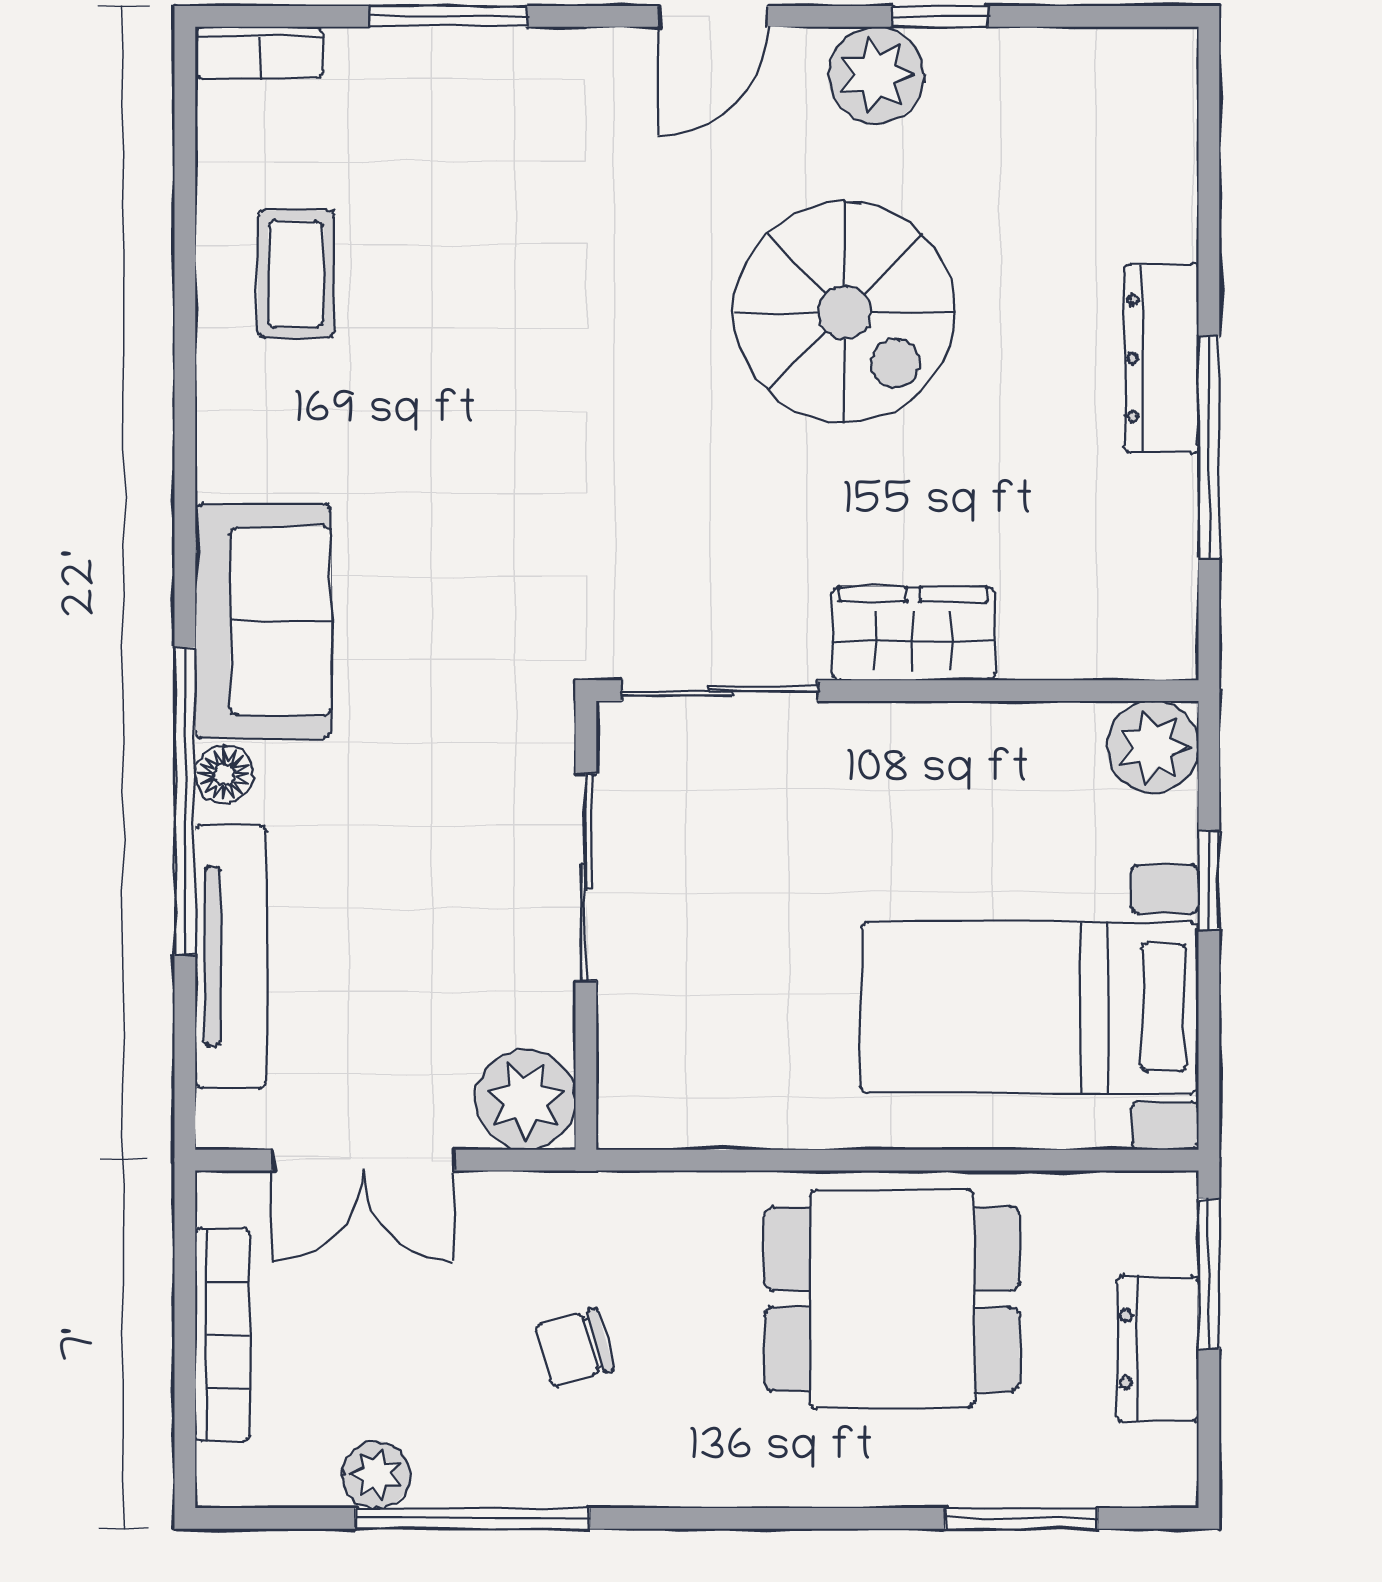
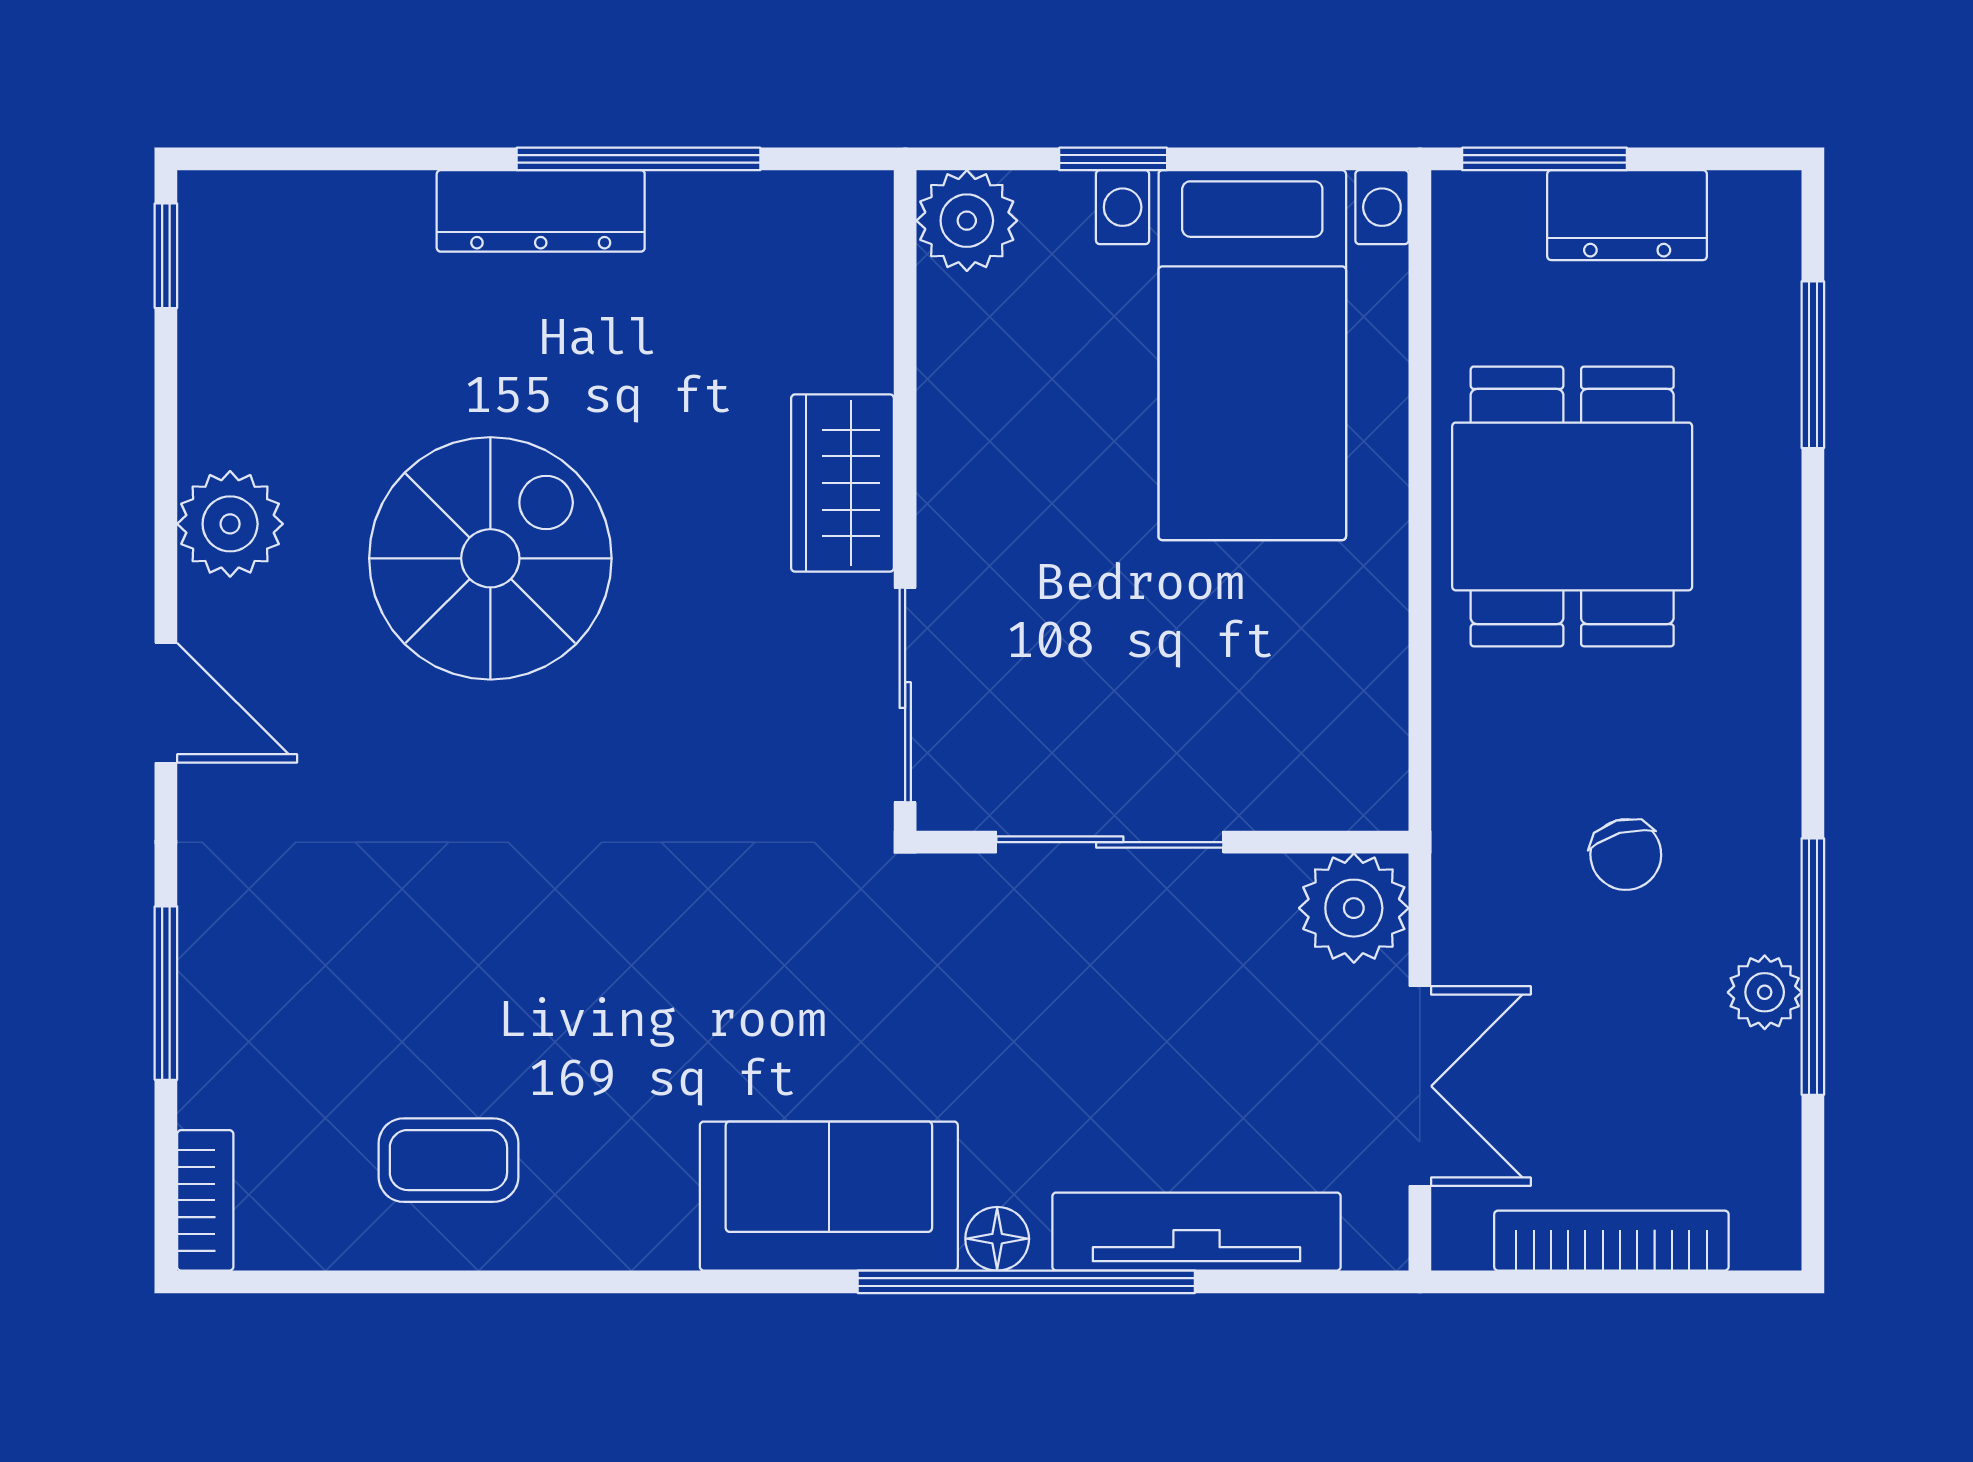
window: (940, 16) -> (166, 256), moved
plant: (377, 1475) -> (1765, 992), moved

